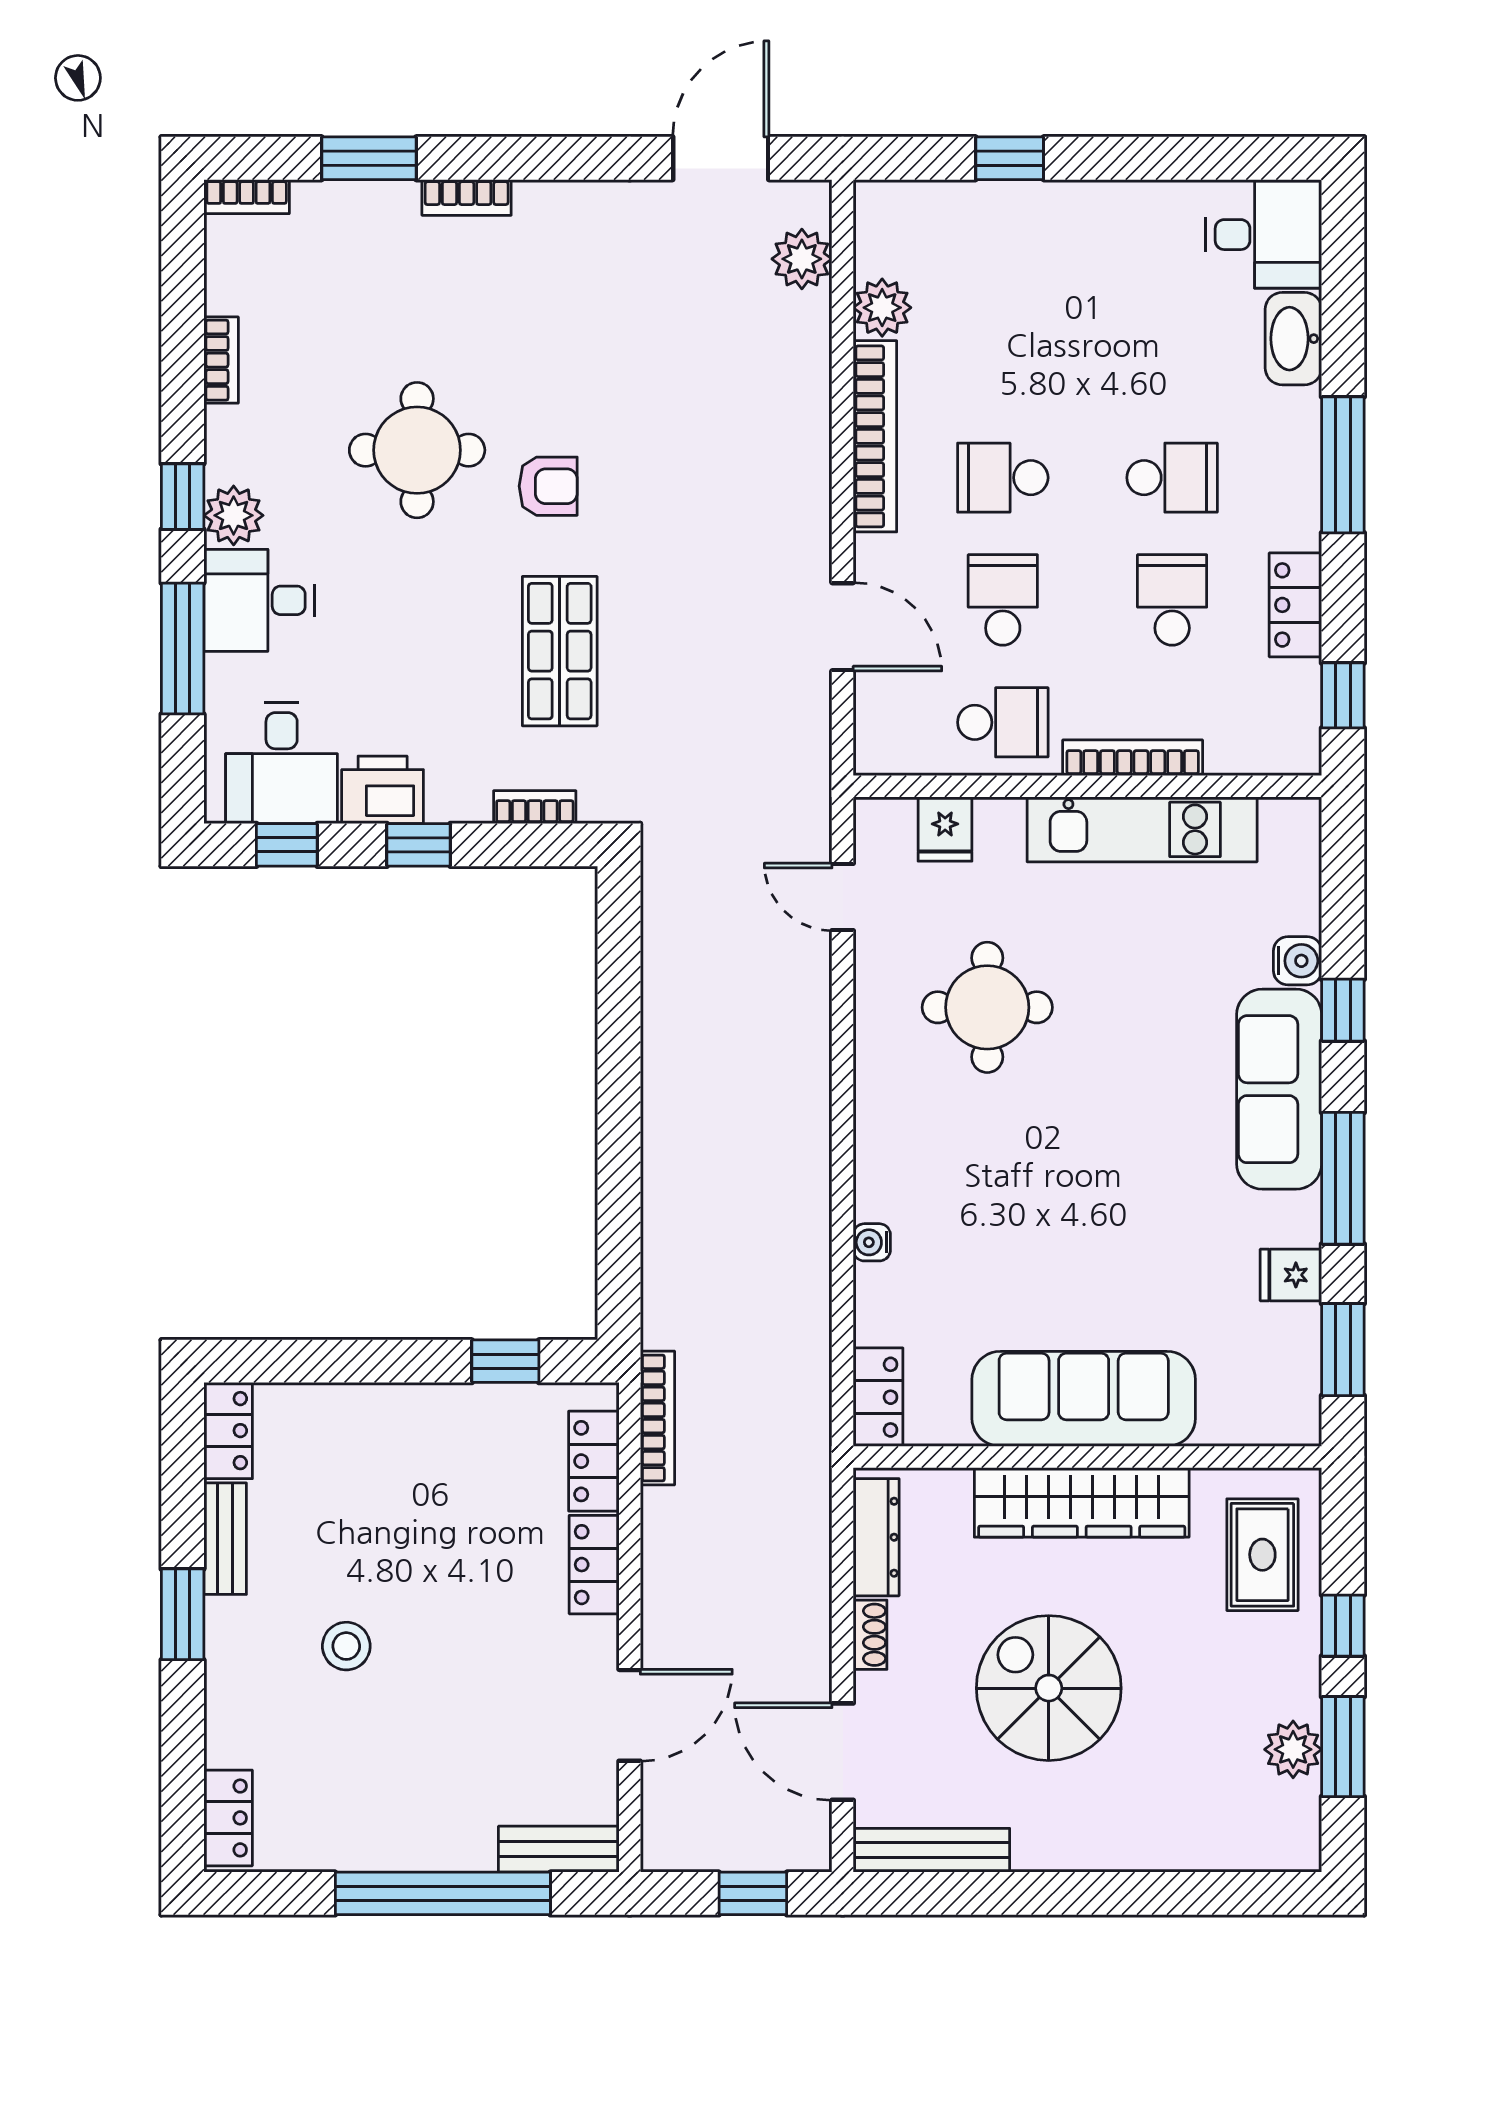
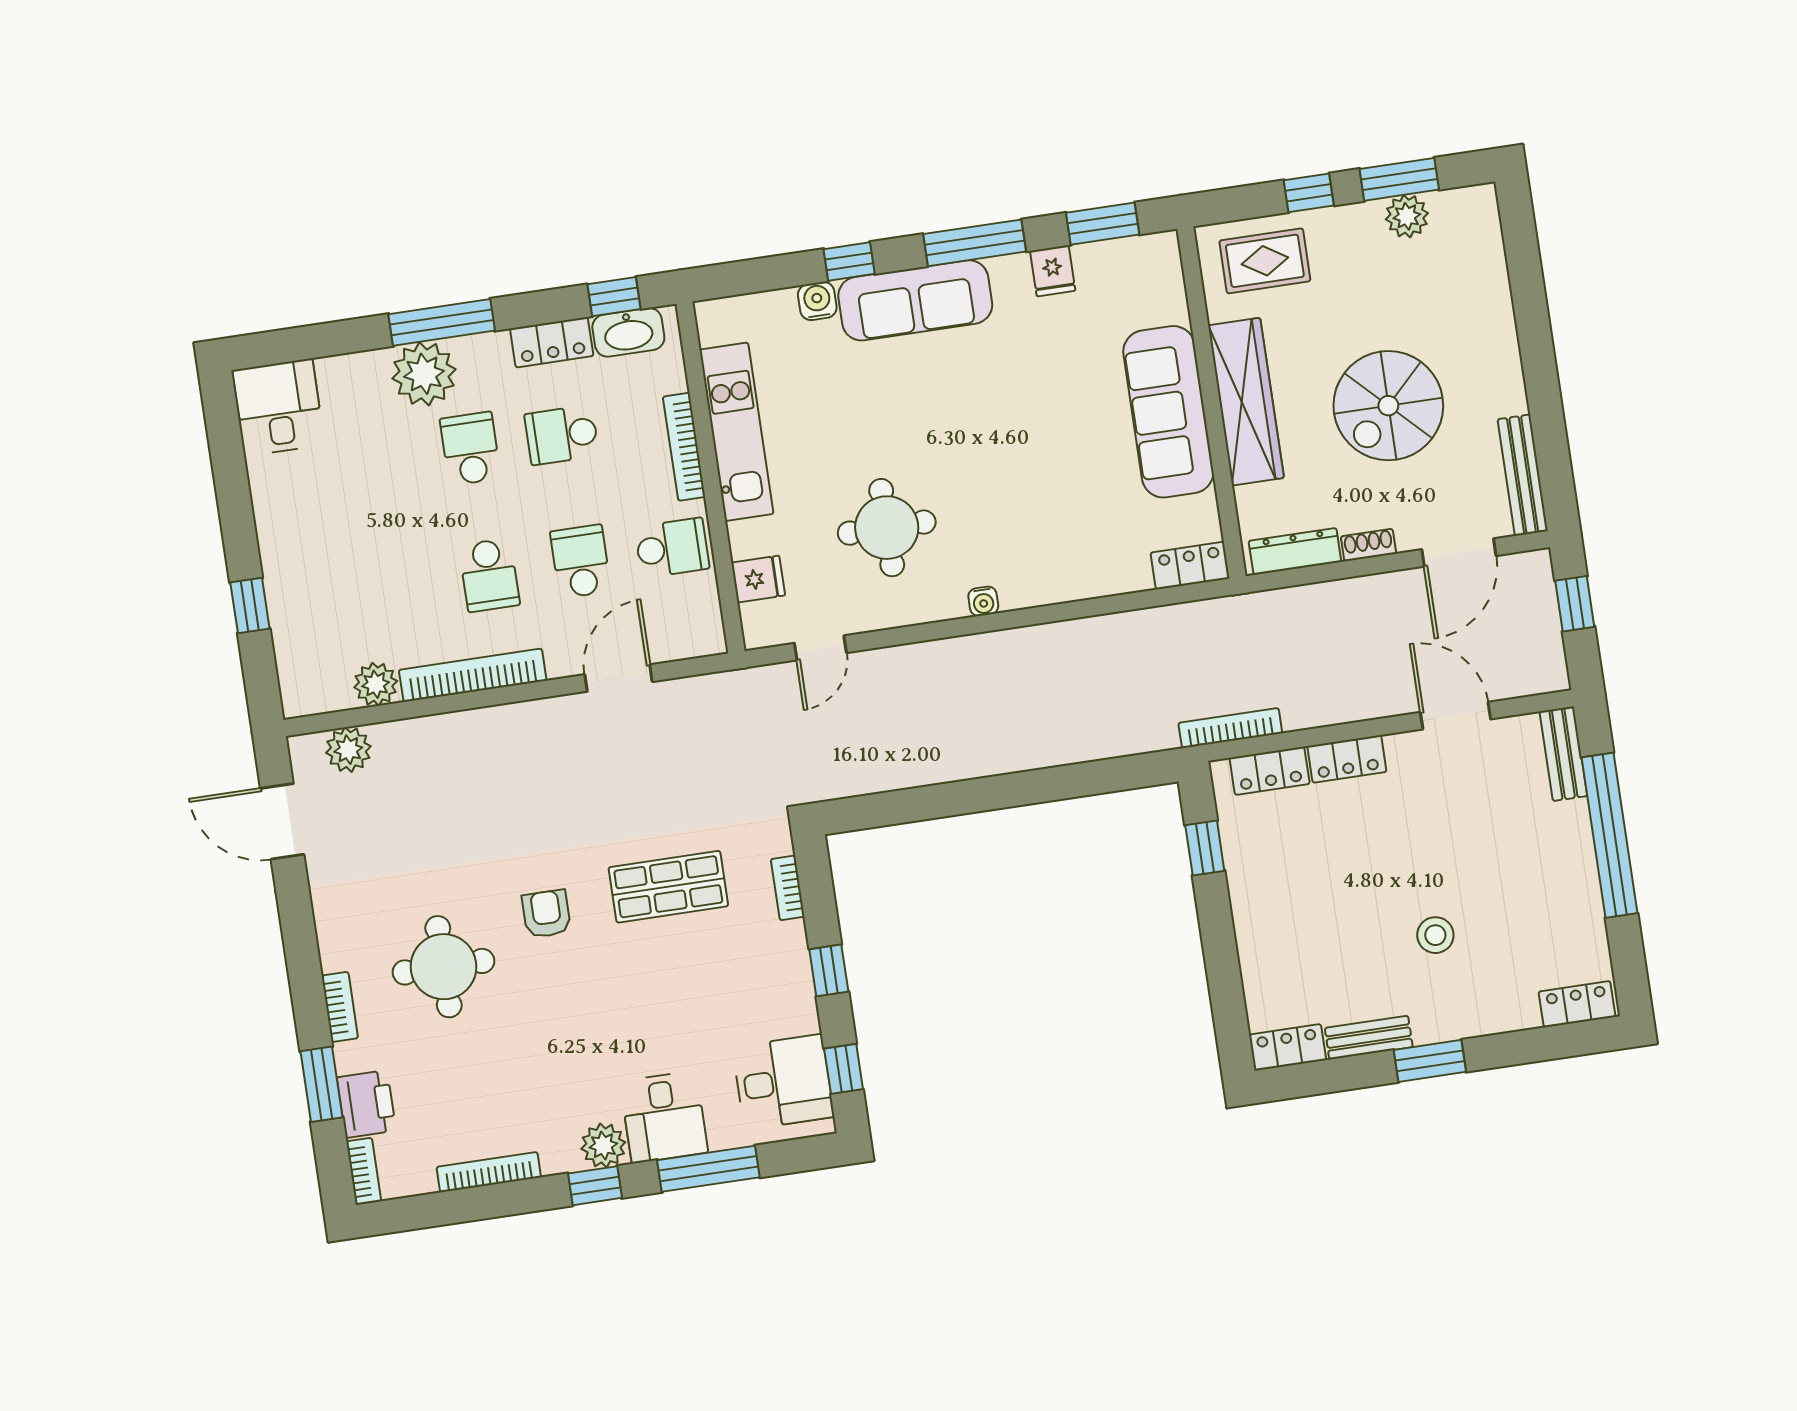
washbasin: (1293, 339) -> (628, 332), moved
bookcase: (221, 360) -> (489, 1172), width x1.56
plant: (1279, 432) -> (424, 374), added
round table: (417, 450) -> (444, 967), moved
school desk: (1003, 600) -> (581, 561), turned 90
school desk: (1003, 722) -> (672, 548), turned 90
printer: (383, 790) -> (366, 1104), moved, turned 180
water cooler: (872, 1242) -> (983, 601), moved

